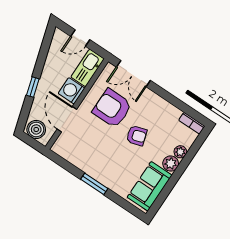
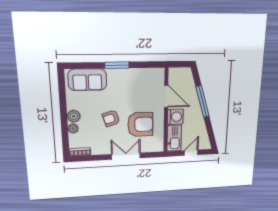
double door: (133, 74) -> (126, 156), moved
window: (33, 87) -> (203, 101), width x2.17
boiler: (36, 129) -> (183, 75), removed
sofa: (150, 186) -> (87, 80), moved, turned 90

